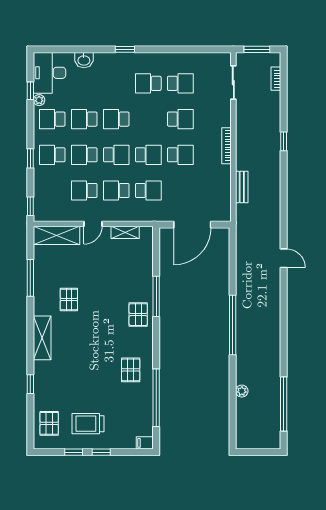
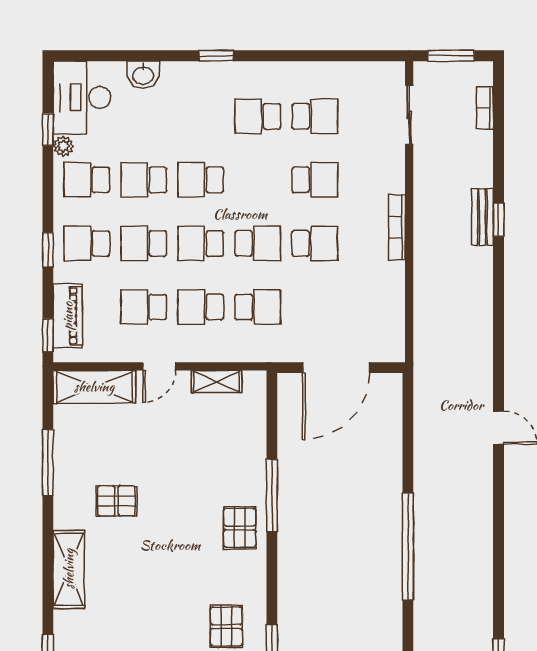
school desk: (116, 155) -> (201, 243), turned 180
bench: (242, 187) -> (482, 217), moved
piano: (42, 195) -> (68, 316), added
pallet: (69, 299) -> (116, 501), turned 90

